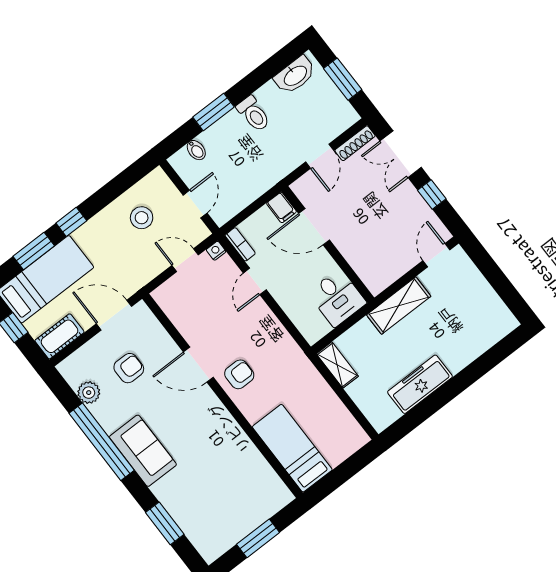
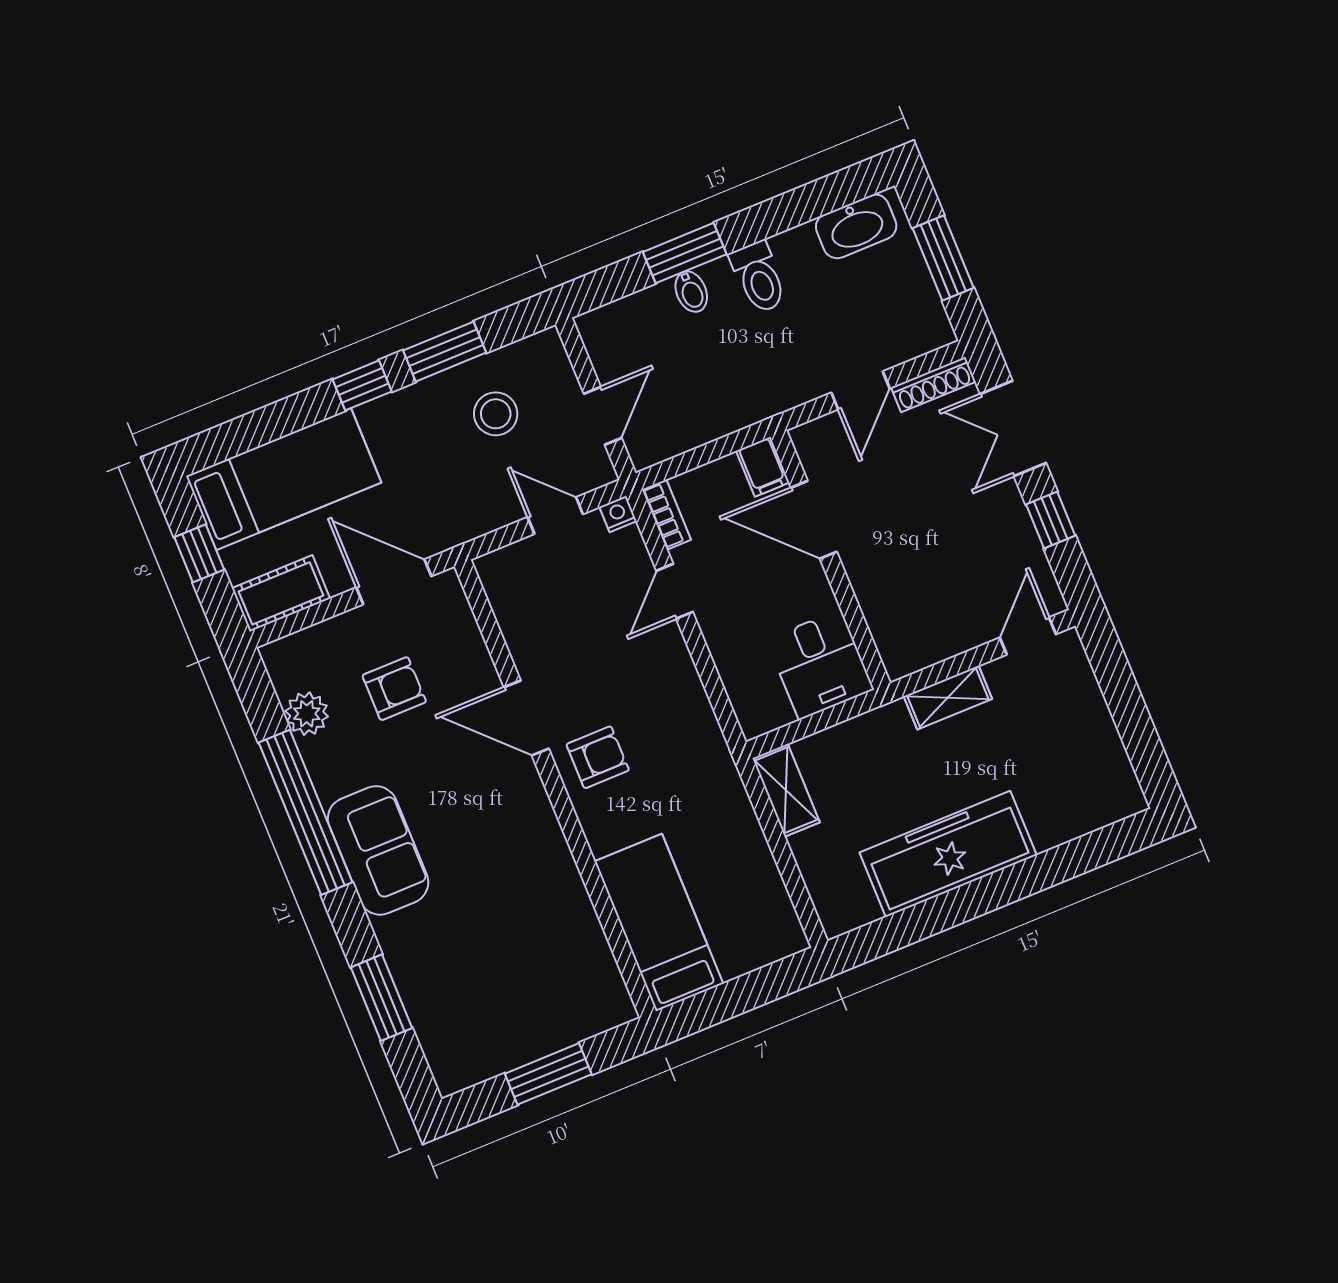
bidet: (196, 150) -> (691, 292), moved
window: (34, 251) -> (445, 352), moved
shelving: (399, 306) -> (948, 698), width x0.67, depth x0.75
freezer: (420, 384) -> (948, 854), width x1.36, depth x1.26

